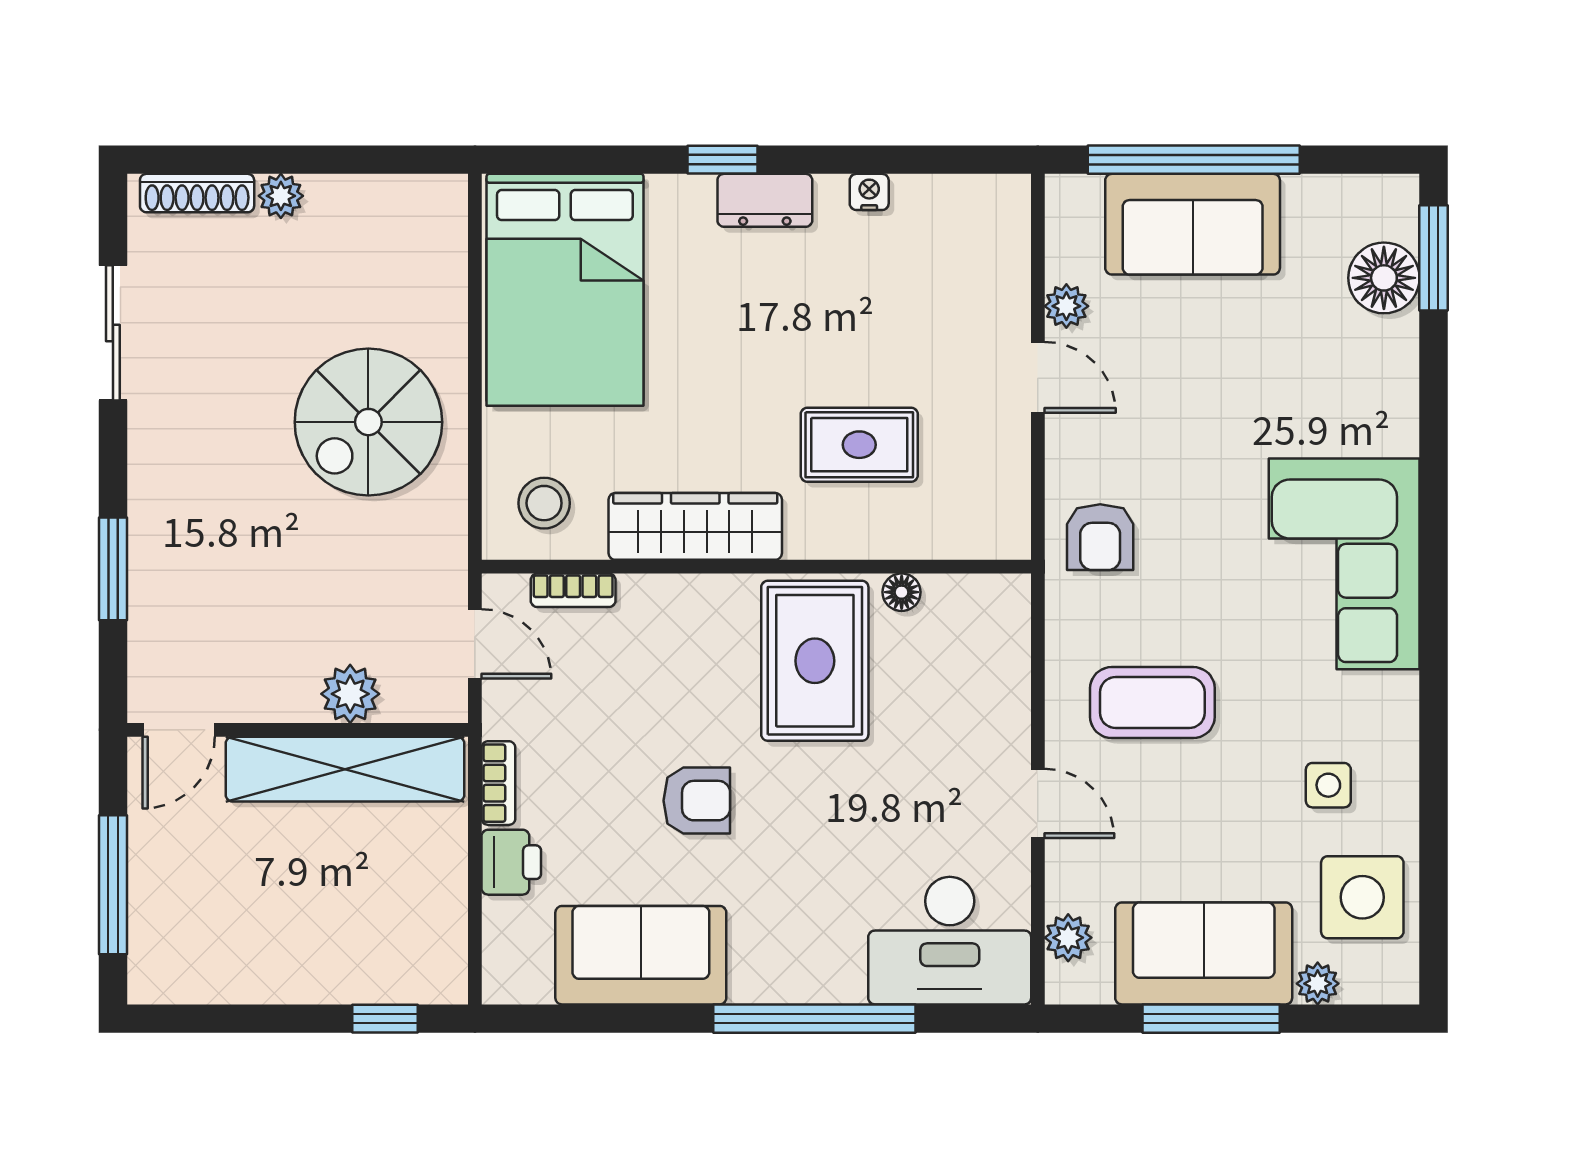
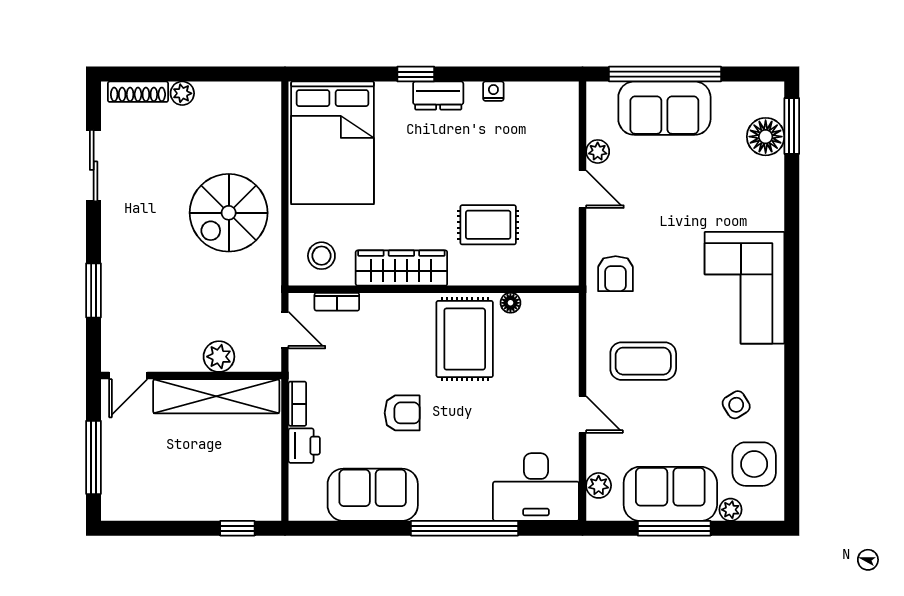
side table: (1328, 785) -> (736, 405), turned -32

